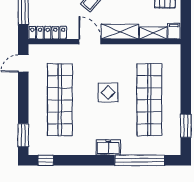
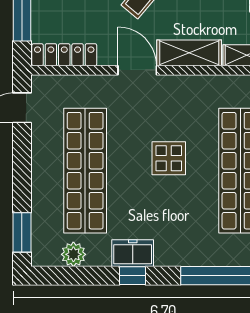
freezer: (108, 147) -> (133, 253), moved
plant: (53, 148) -> (73, 254), added
window: (46, 160) -> (132, 276), moved

